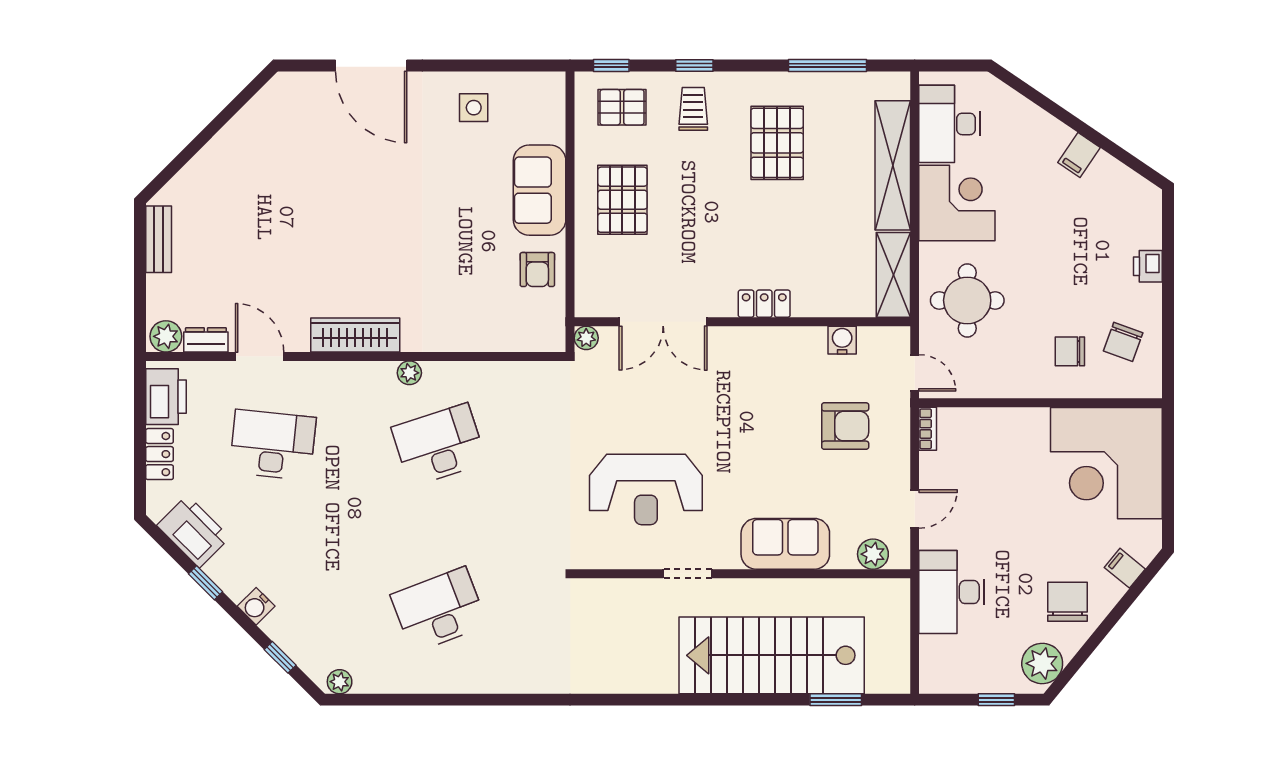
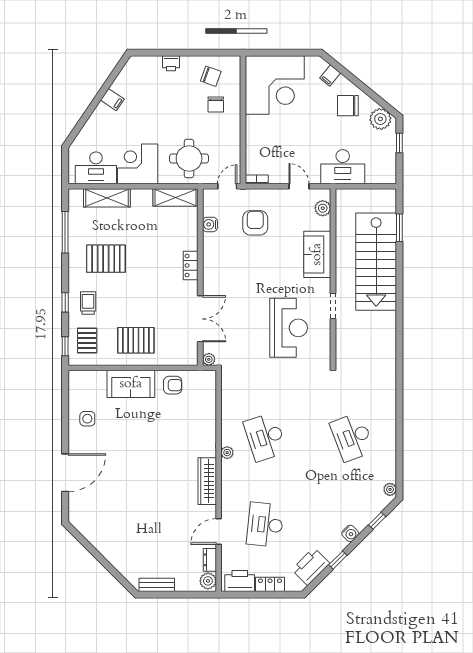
trolley: (693, 109) -> (88, 303), turned 90
shelving: (893, 165) -> (107, 198), width x0.68

